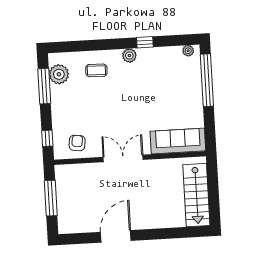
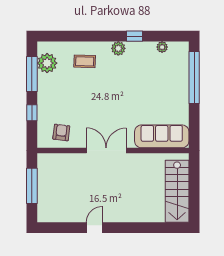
plant: (188, 51) -> (162, 47), moved
window: (47, 138) -> (32, 113), moved
door: (116, 236) -> (94, 228), width x0.53

